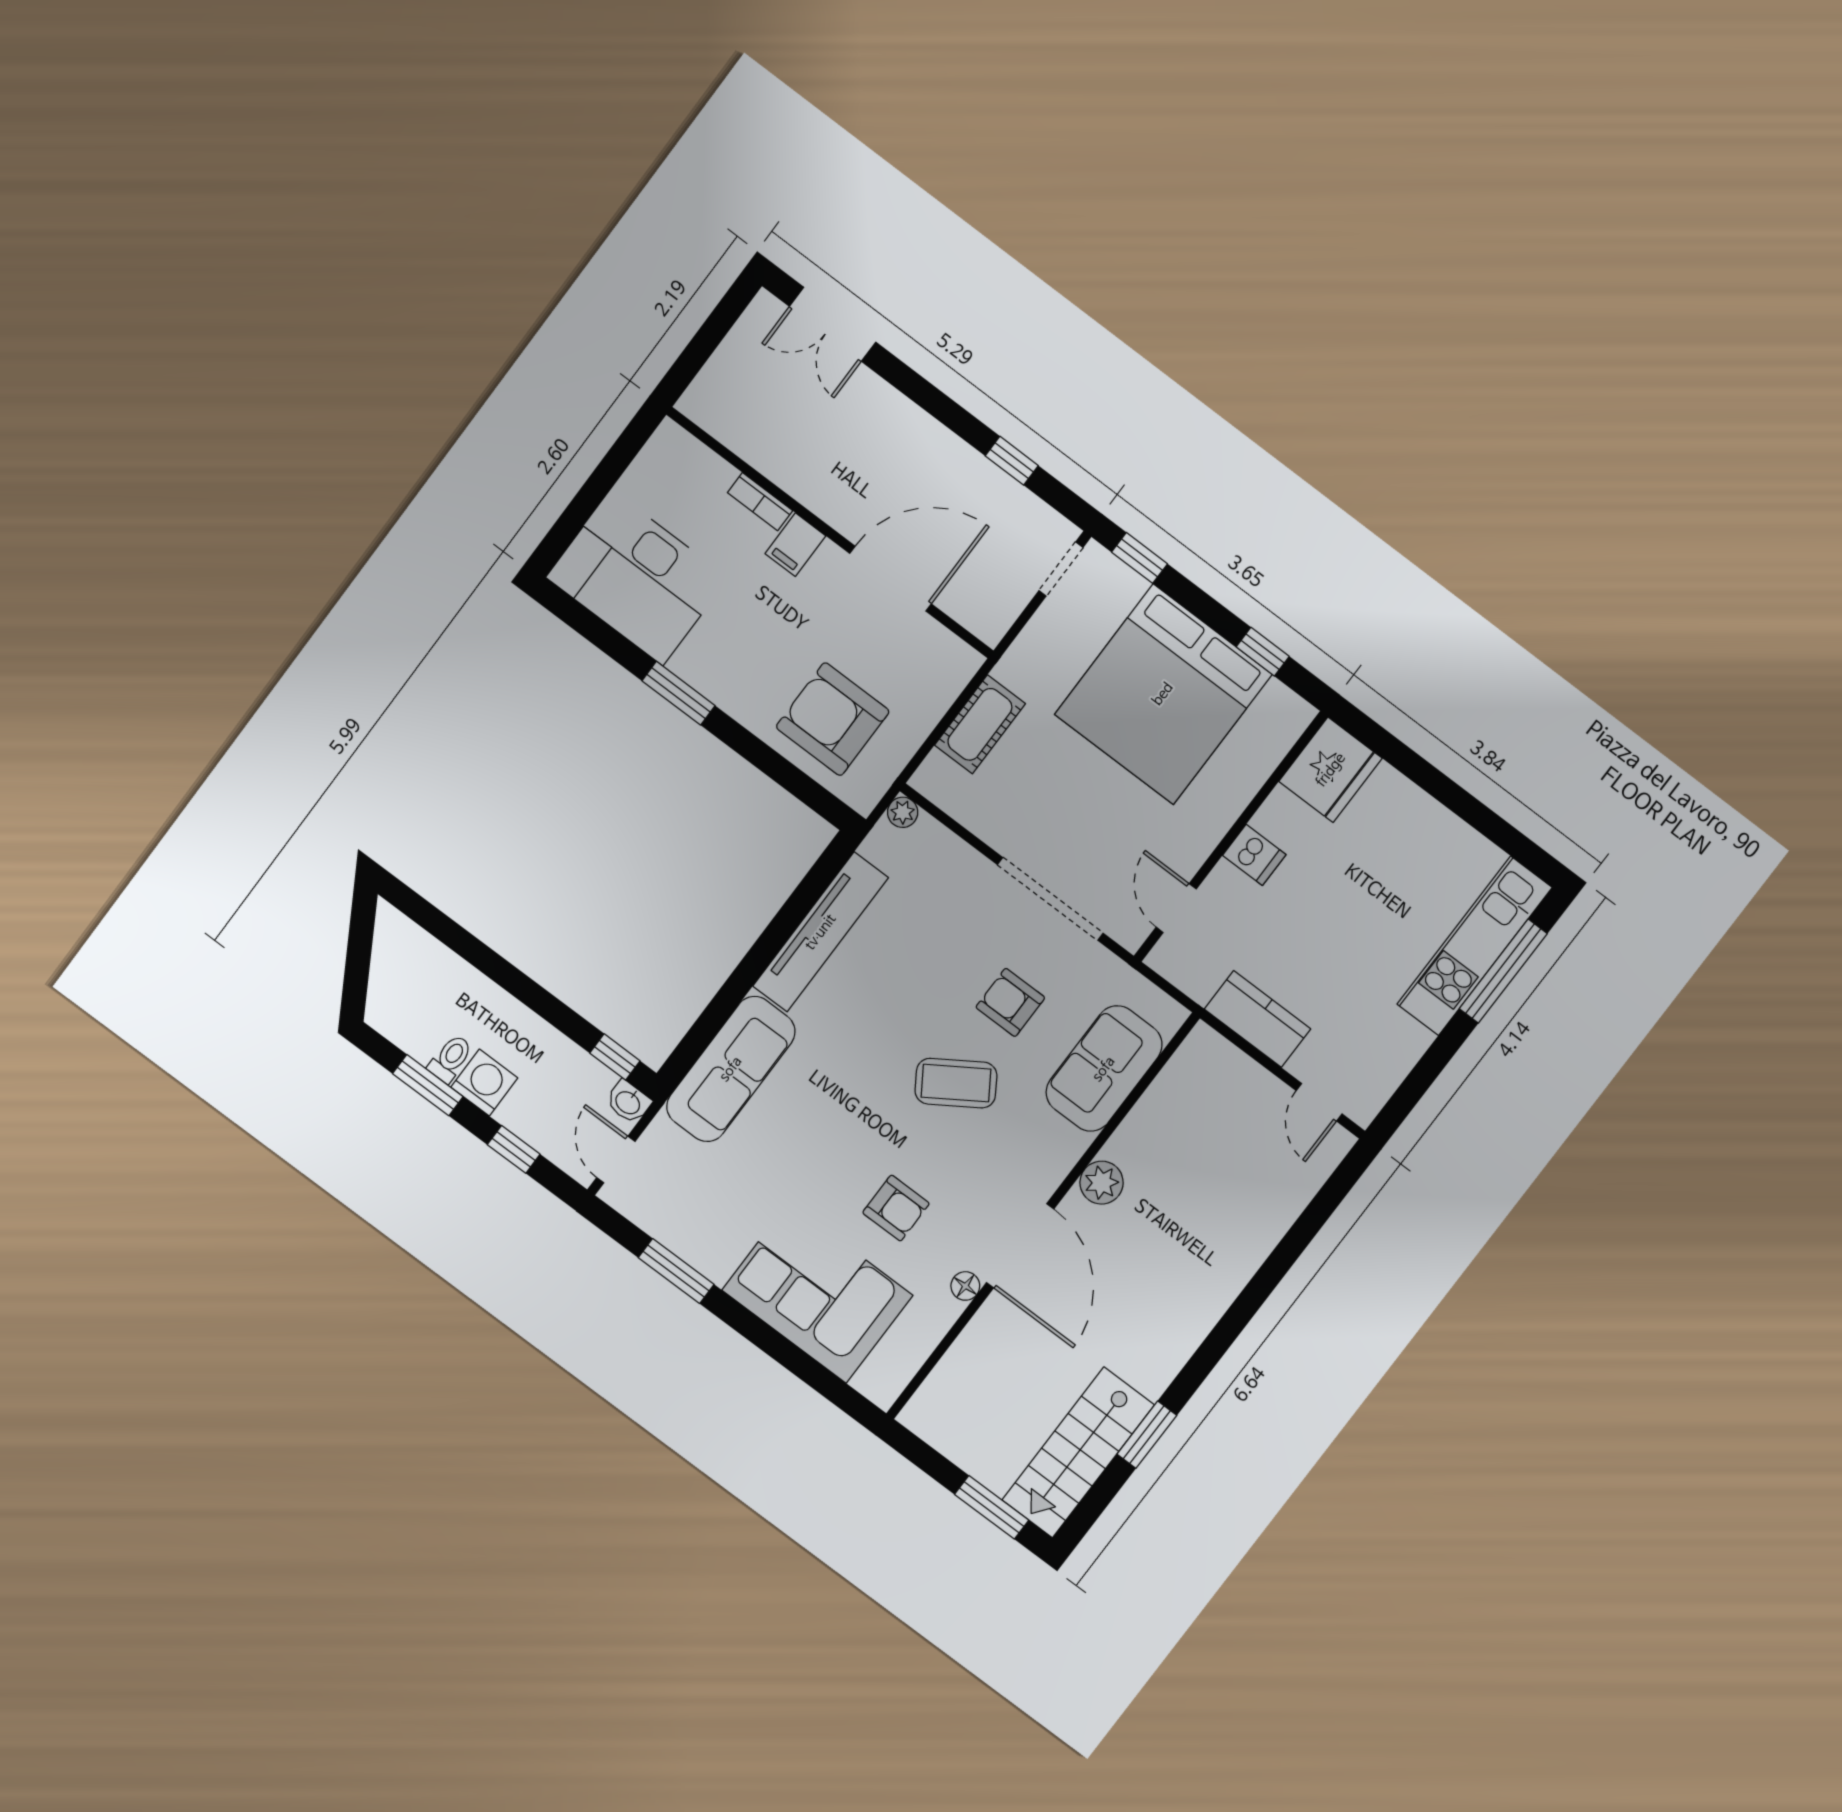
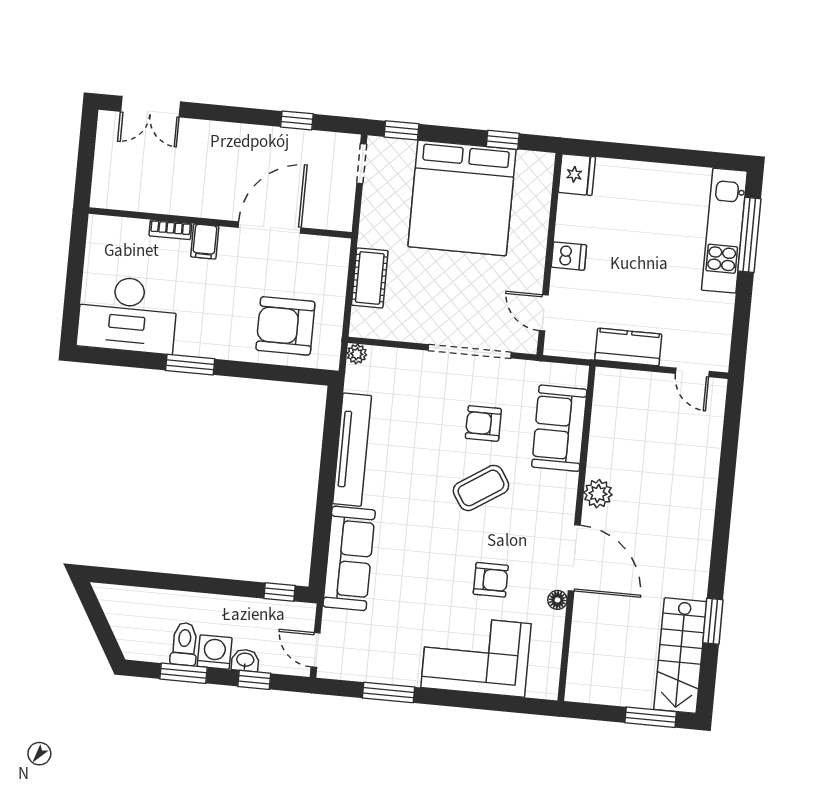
fridge: (1331, 770) -> (577, 175), width x0.73, depth x0.75
toilet: (450, 1058) -> (184, 644), width x1.37, depth x1.39
washbasin: (628, 1102) -> (245, 660), moved, turned 180

